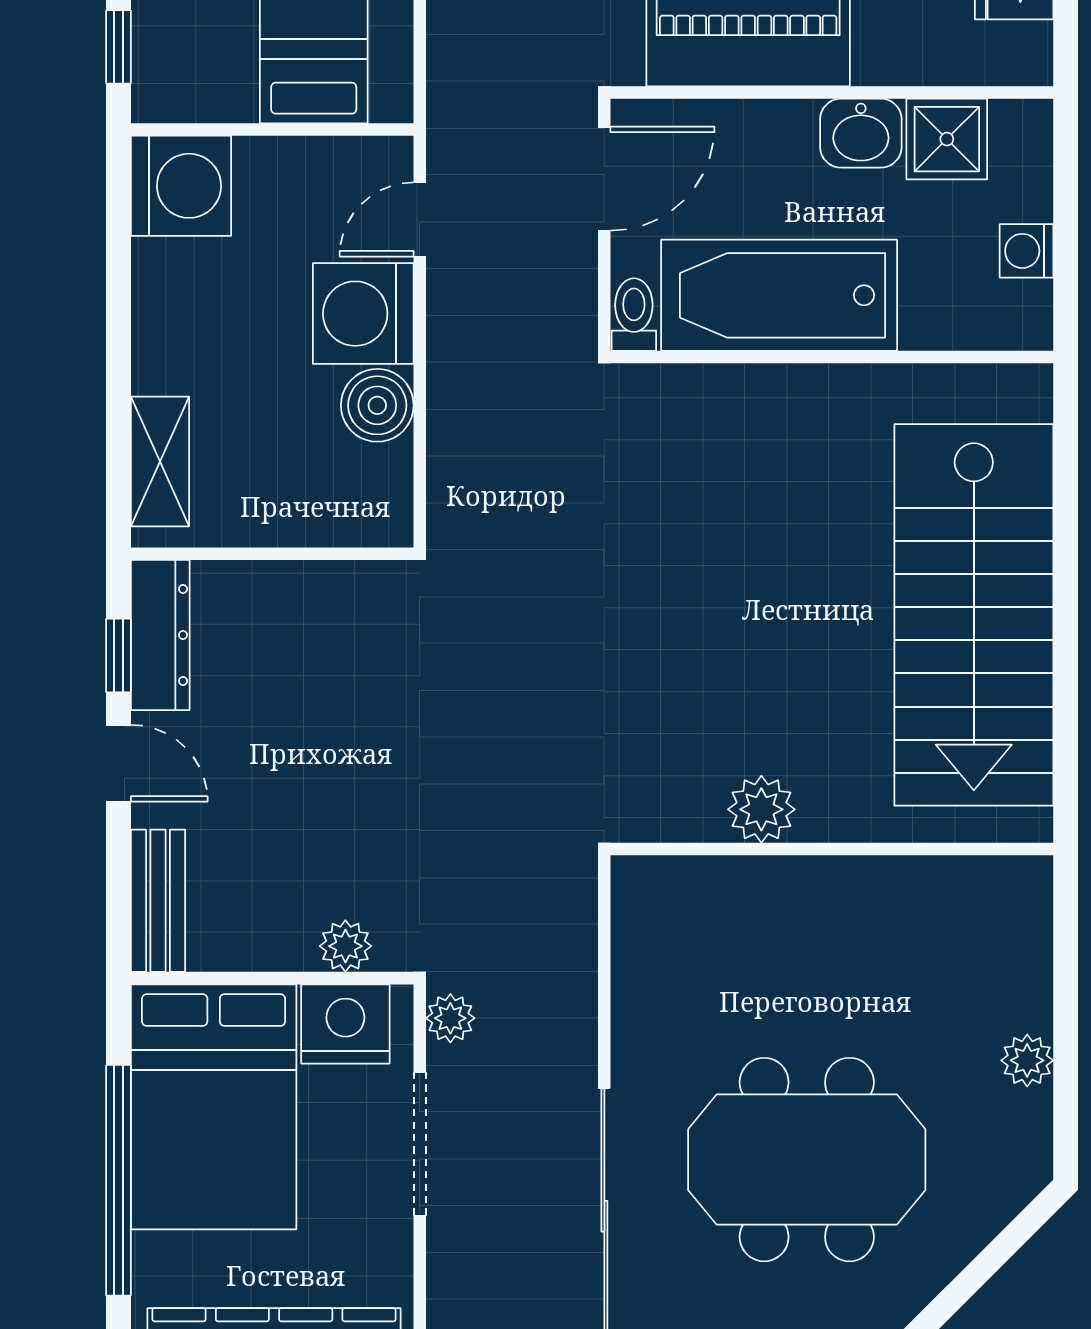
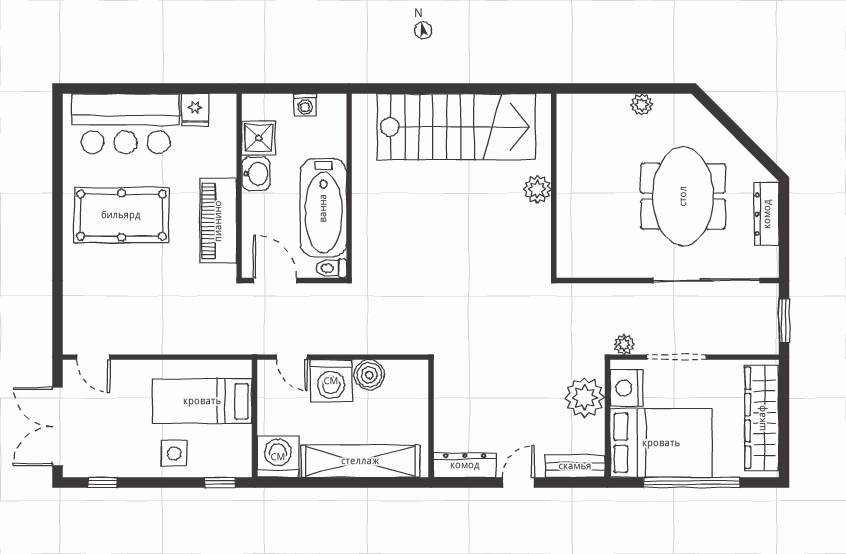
shelving: (160, 461) -> (360, 461), width x2.20, depth x1.33
window: (118, 656) -> (473, 483), removed
plant: (761, 809) -> (537, 189), moved
plant: (345, 946) -> (585, 398), width x1.88, depth x1.88

